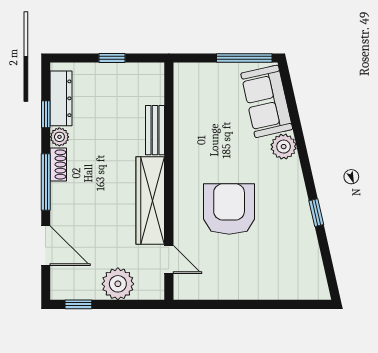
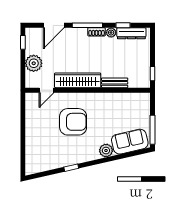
window: (112, 58) -> (153, 74), moved

